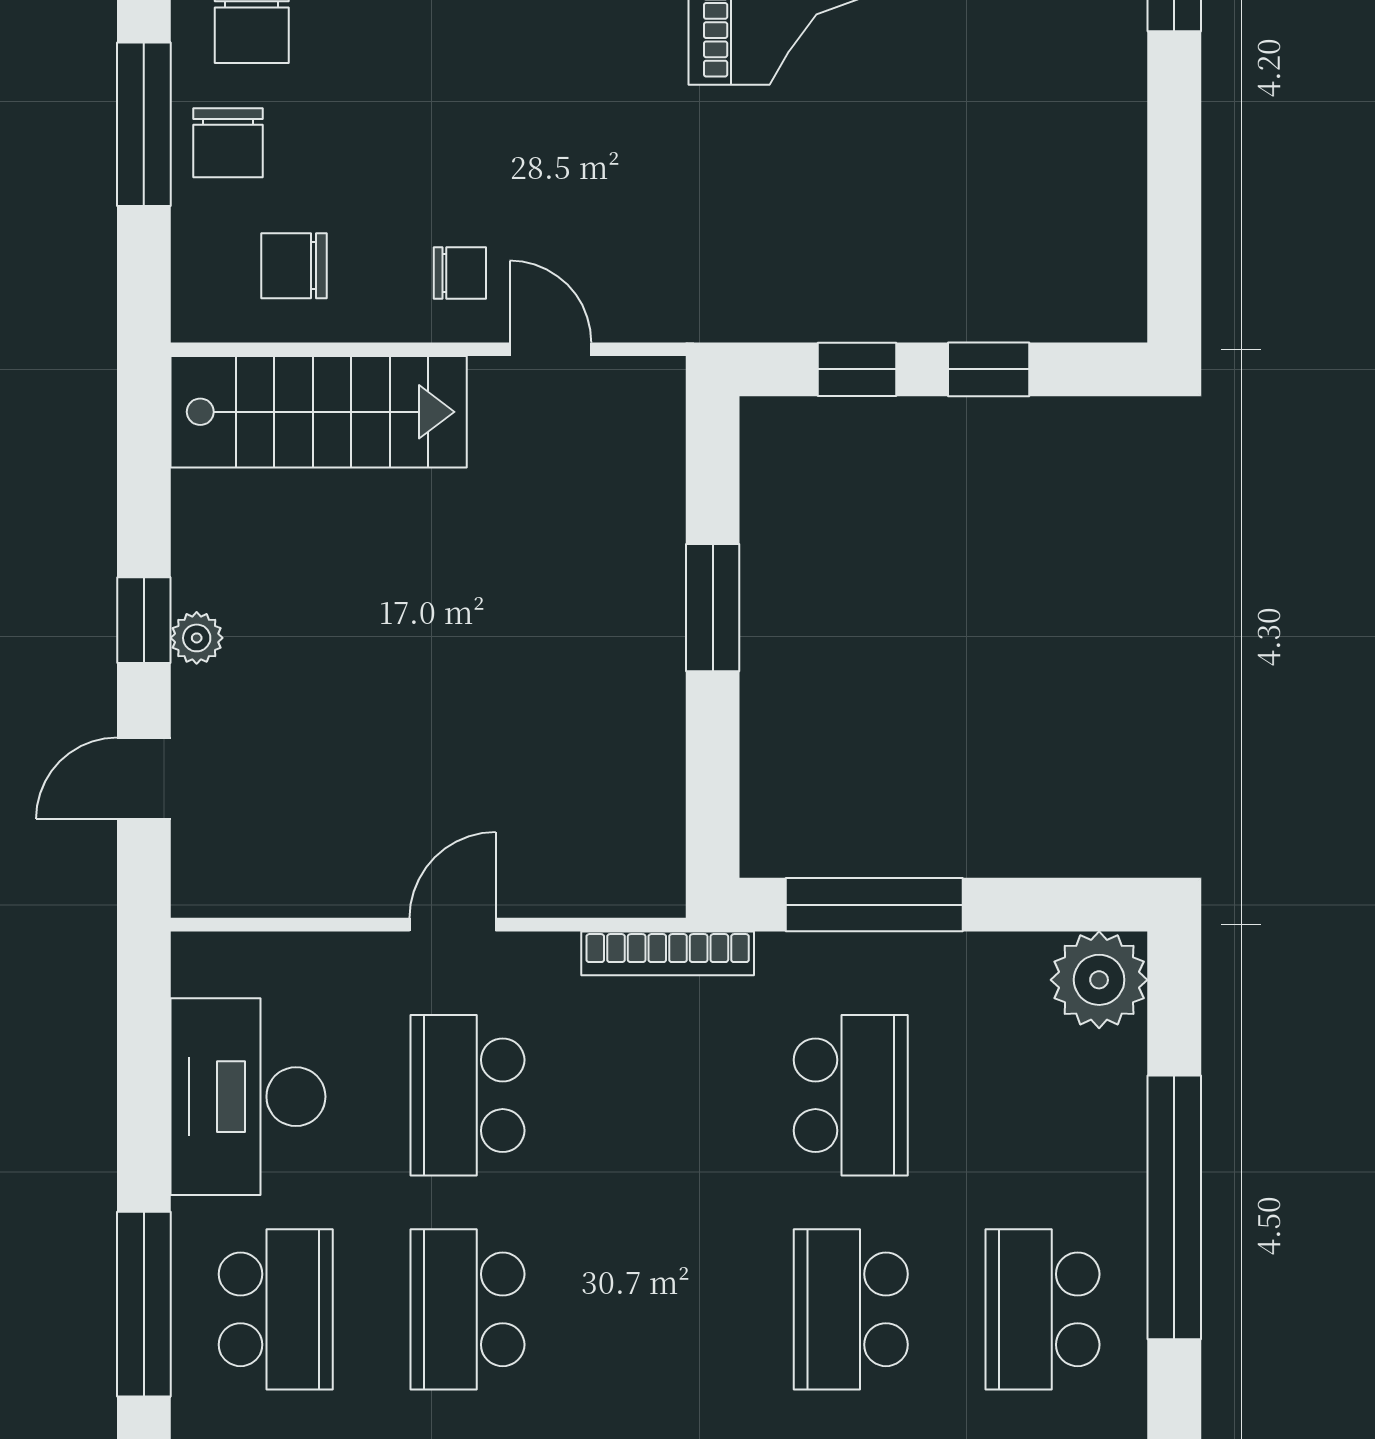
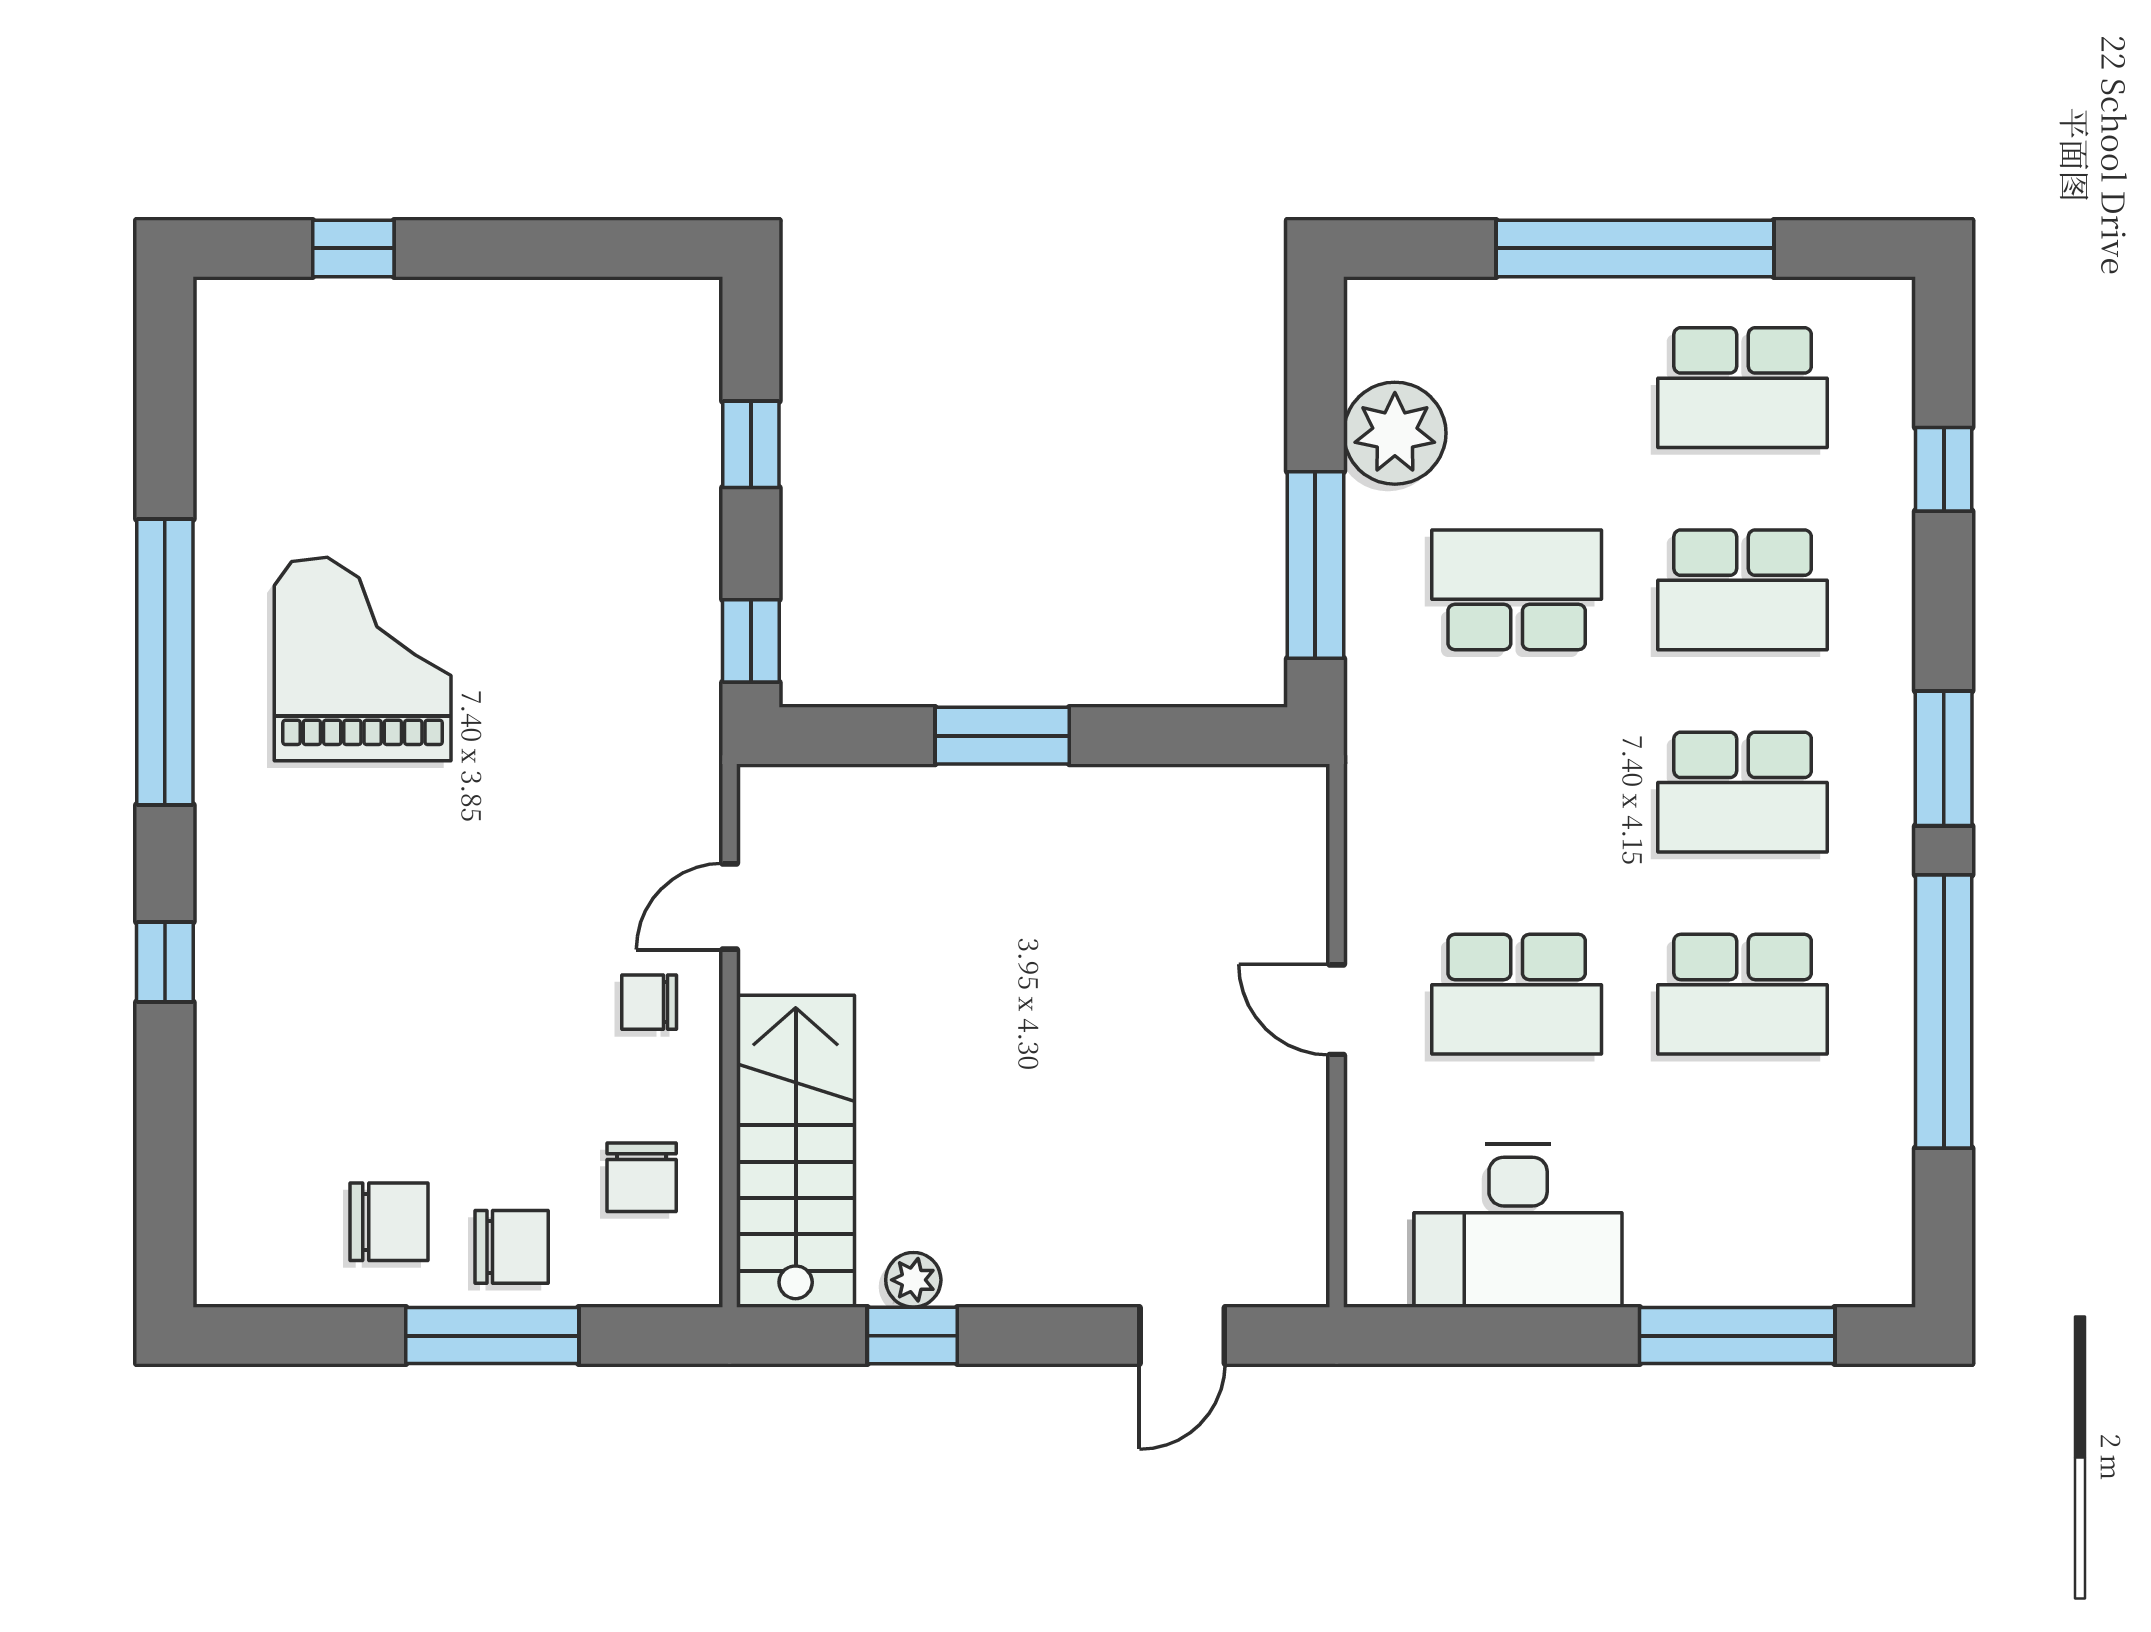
chair: (460, 273) -> (649, 1002), turned -90
window: (857, 369) -> (751, 641), moved
window: (144, 620) -> (912, 1336), moved
plant: (197, 638) -> (913, 1280), moved
door: (144, 778) -> (1182, 1336), hinge flipped
bookcase: (668, 953) -> (1367, 783), removed
plant: (1099, 980) -> (1395, 433), moved
school desk: (276, 1309) -> (1743, 792), moved, turned 180

